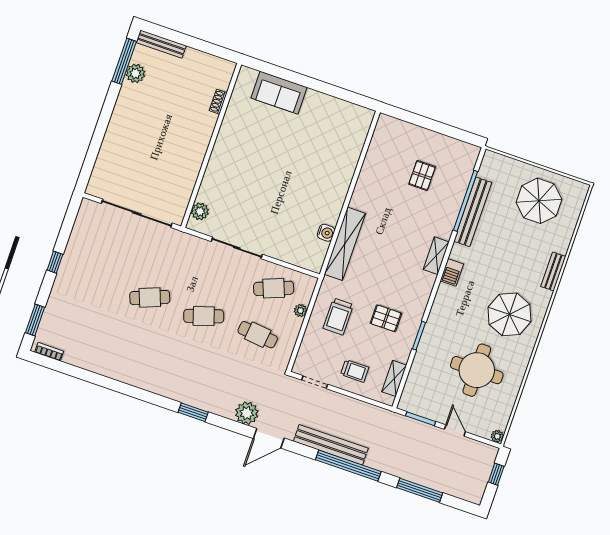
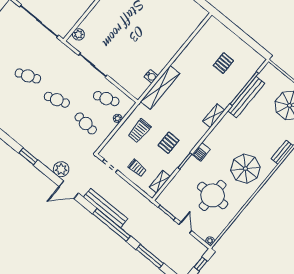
barbecue: (452, 272) -> (201, 152), moved
pallet: (386, 318) -> (168, 143), turned 90

